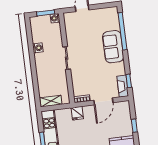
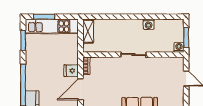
door: (103, 101) -> (80, 89), hinge flipped
fridge: (77, 113) -> (71, 71), moved

